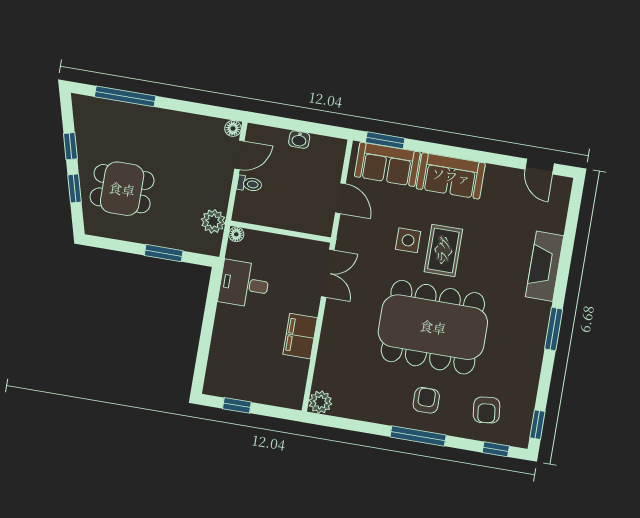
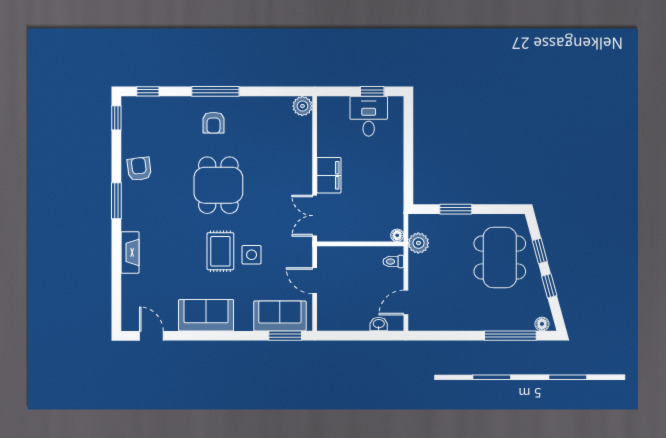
floor lamp: (233, 128) -> (542, 324), moved
washbasin: (299, 140) -> (379, 324), moved
sofa: (451, 176) -> (206, 315), moved
toilet: (249, 184) -> (393, 262), moved
dining table: (122, 189) -> (500, 258), width x1.38
fireplace: (545, 266) -> (130, 252), width x0.73, depth x0.76
desk: (244, 284) -> (369, 116), moved, turned -90
dining table: (433, 327) -> (218, 185), width x0.53, depth x0.80
filing cabinet: (300, 336) -> (329, 175), moved
armchair: (487, 410) -> (139, 169), moved

